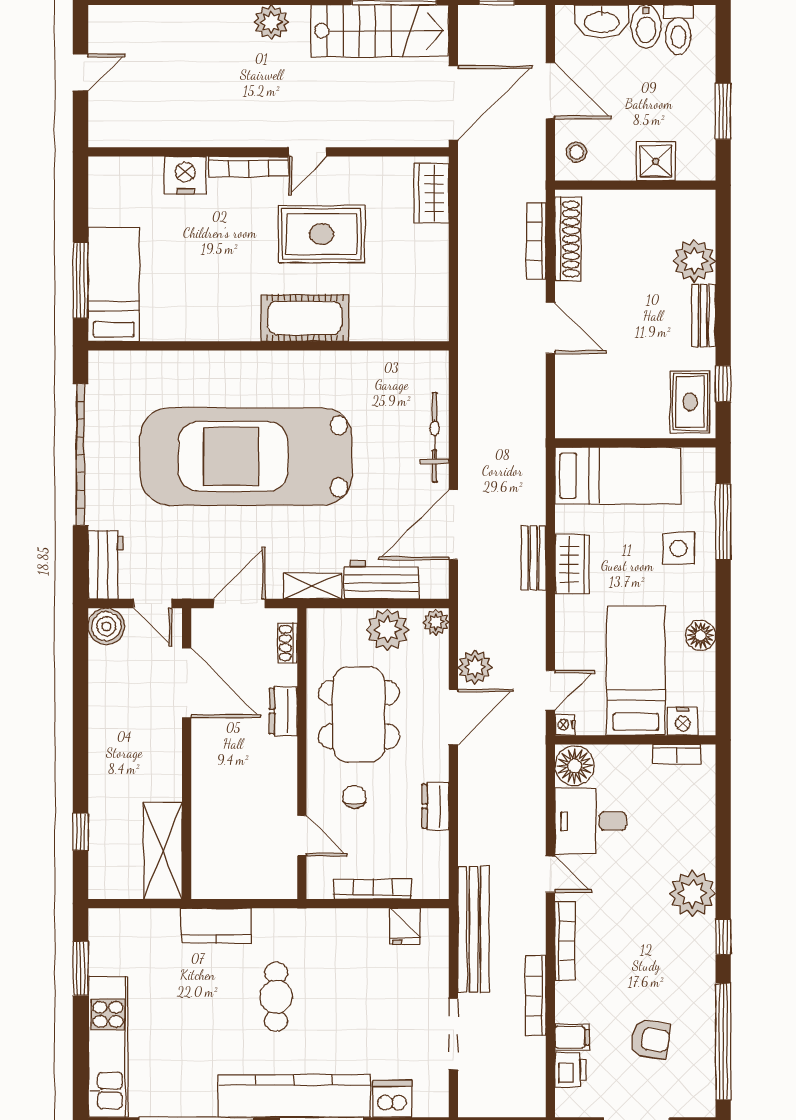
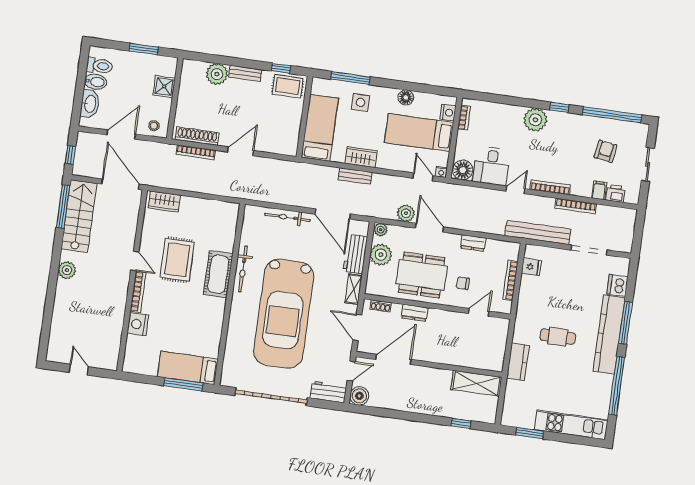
bicycle: (322, 365) -> (243, 269), added

